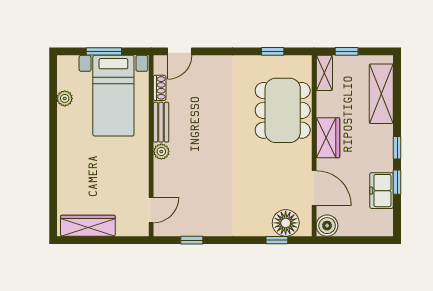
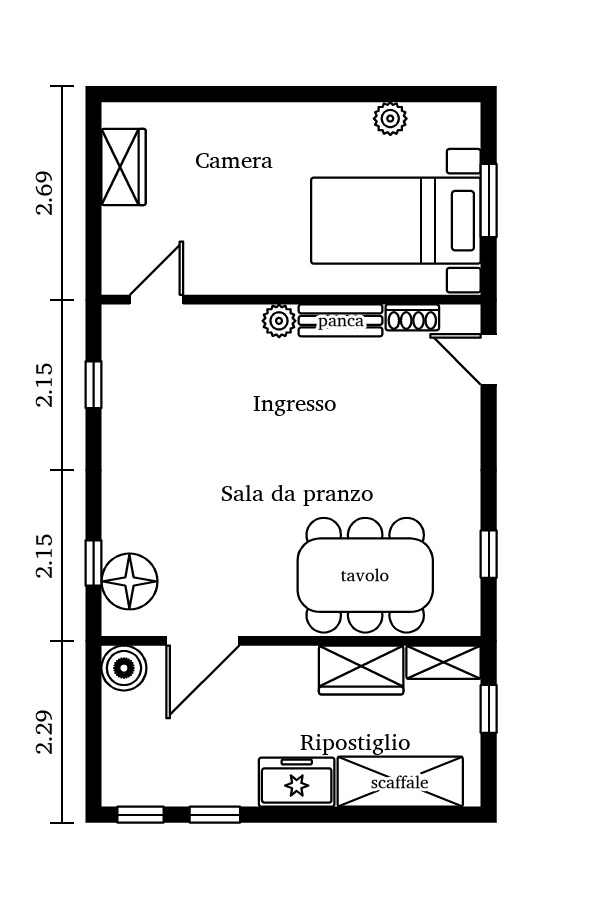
wardrobe: (328, 138) -> (361, 670), moved
window: (397, 148) -> (140, 815), moved
freezer: (382, 191) -> (297, 782), moved
door: (151, 210) -> (157, 300), swing flipped
wardrobe: (88, 226) -> (124, 167), width x0.67

